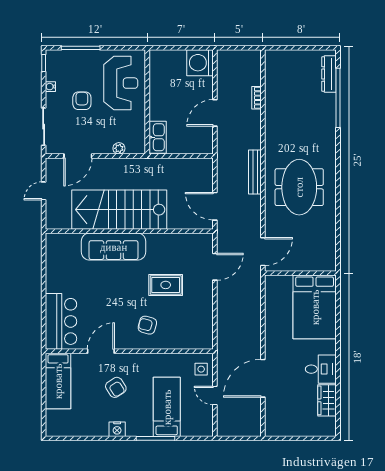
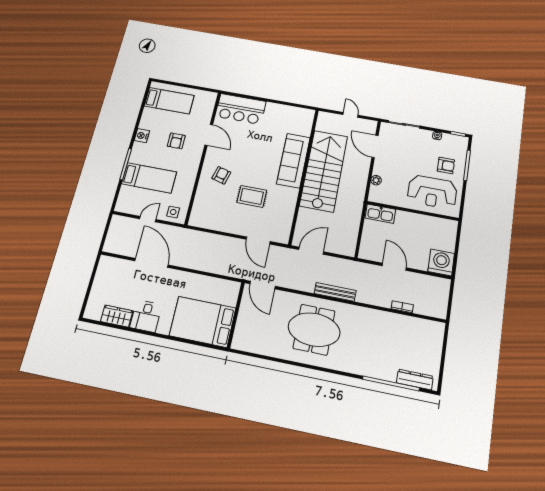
armchair: (82, 101) -> (446, 165), moved
rug: (166, 285) -> (252, 196), turned 90
bed: (58, 381) -> (169, 101), moved, turned 180
armchair: (116, 387) -> (176, 141), turned -57

